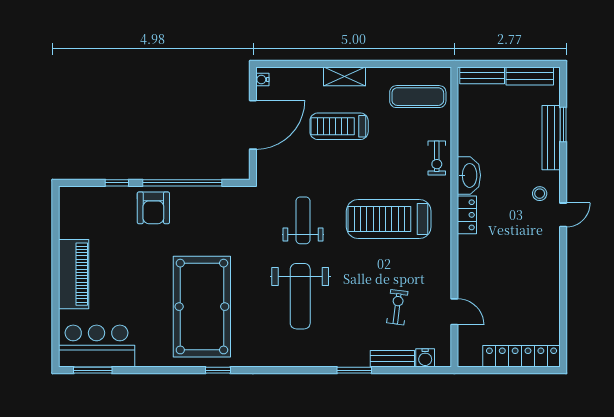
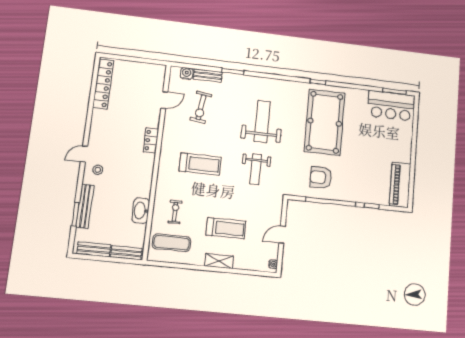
door: (253, 125) -> (282, 235), width x0.53
exercise bike: (437, 158) -> (175, 212), moved
washbasin: (469, 175) -> (141, 211), moved
armchair: (153, 208) -> (321, 177), moved, turned -90
locker: (467, 215) -> (151, 140), moved
treadmill: (389, 219) -> (200, 164), width x0.73, depth x0.73
piano: (74, 274) -> (400, 185), moved
exercise bike: (397, 307) -> (201, 107), width x1.38, depth x1.39
door: (454, 312) -> (164, 100), swing flipped
locker: (522, 356) -> (103, 84), moved, turned -90

